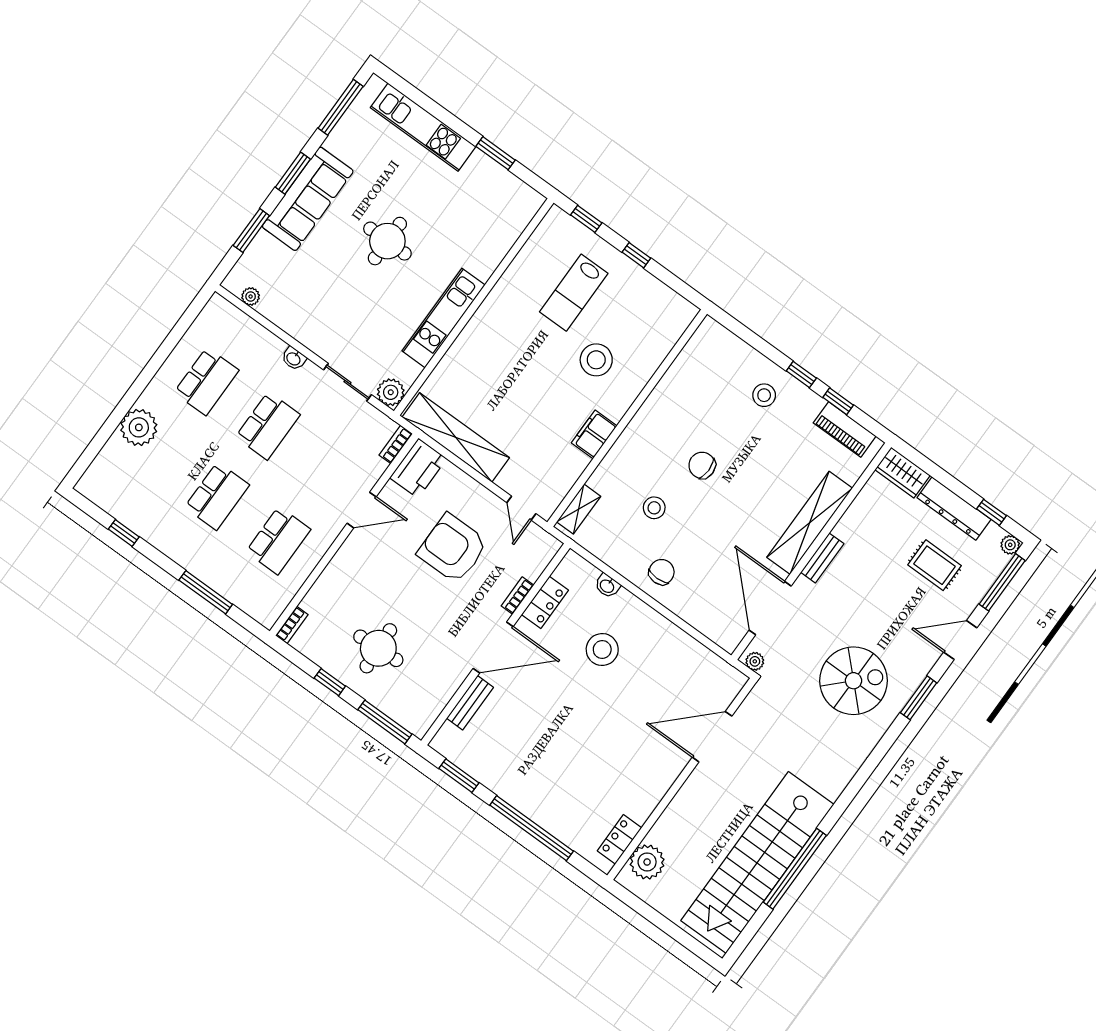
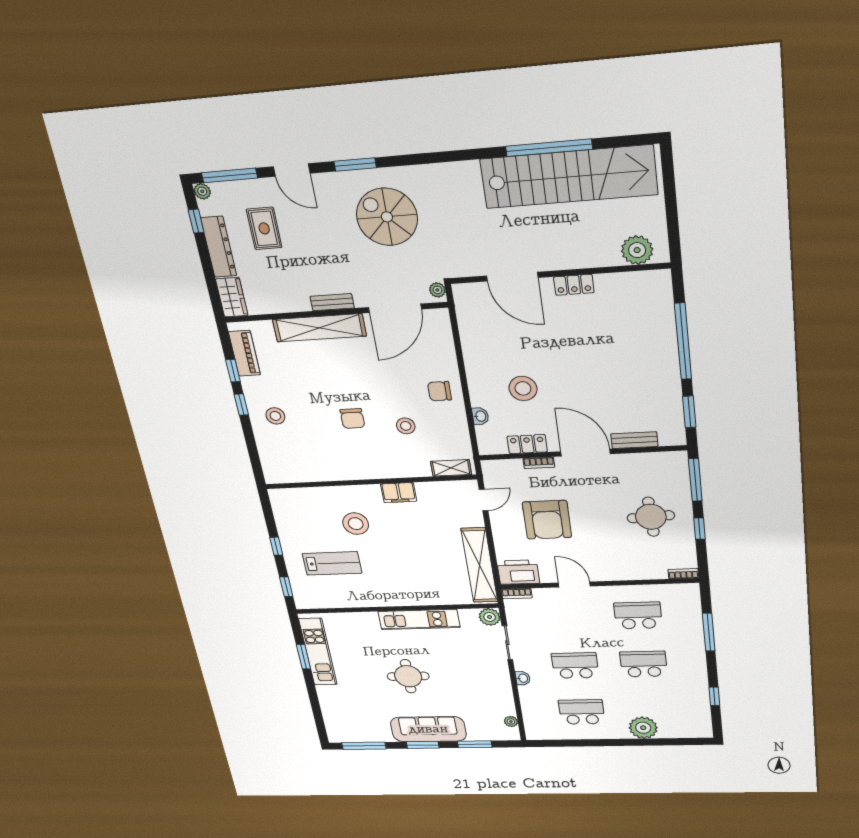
kitchen unit: (423, 127) -> (318, 652), moved
locker: (619, 839) -> (574, 285), moved

